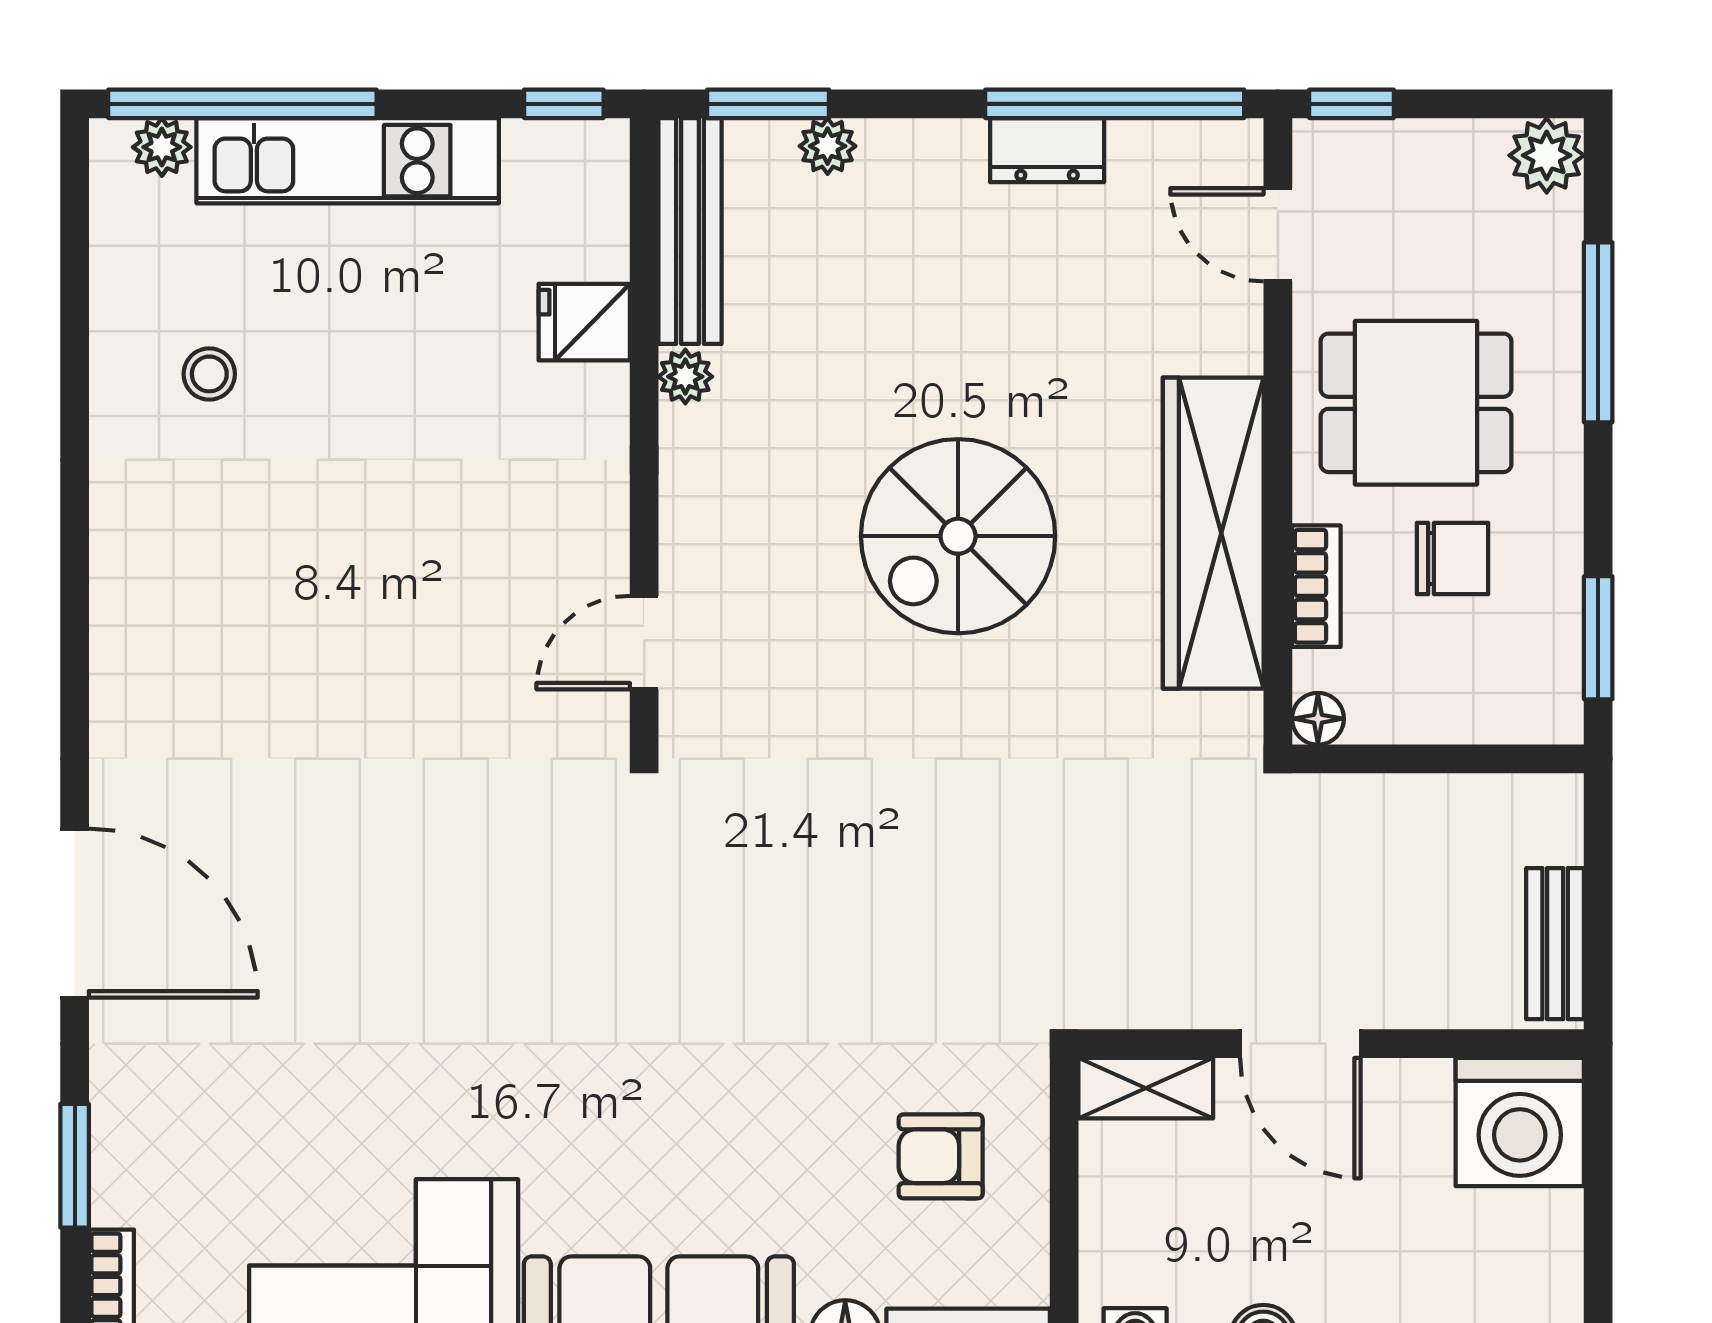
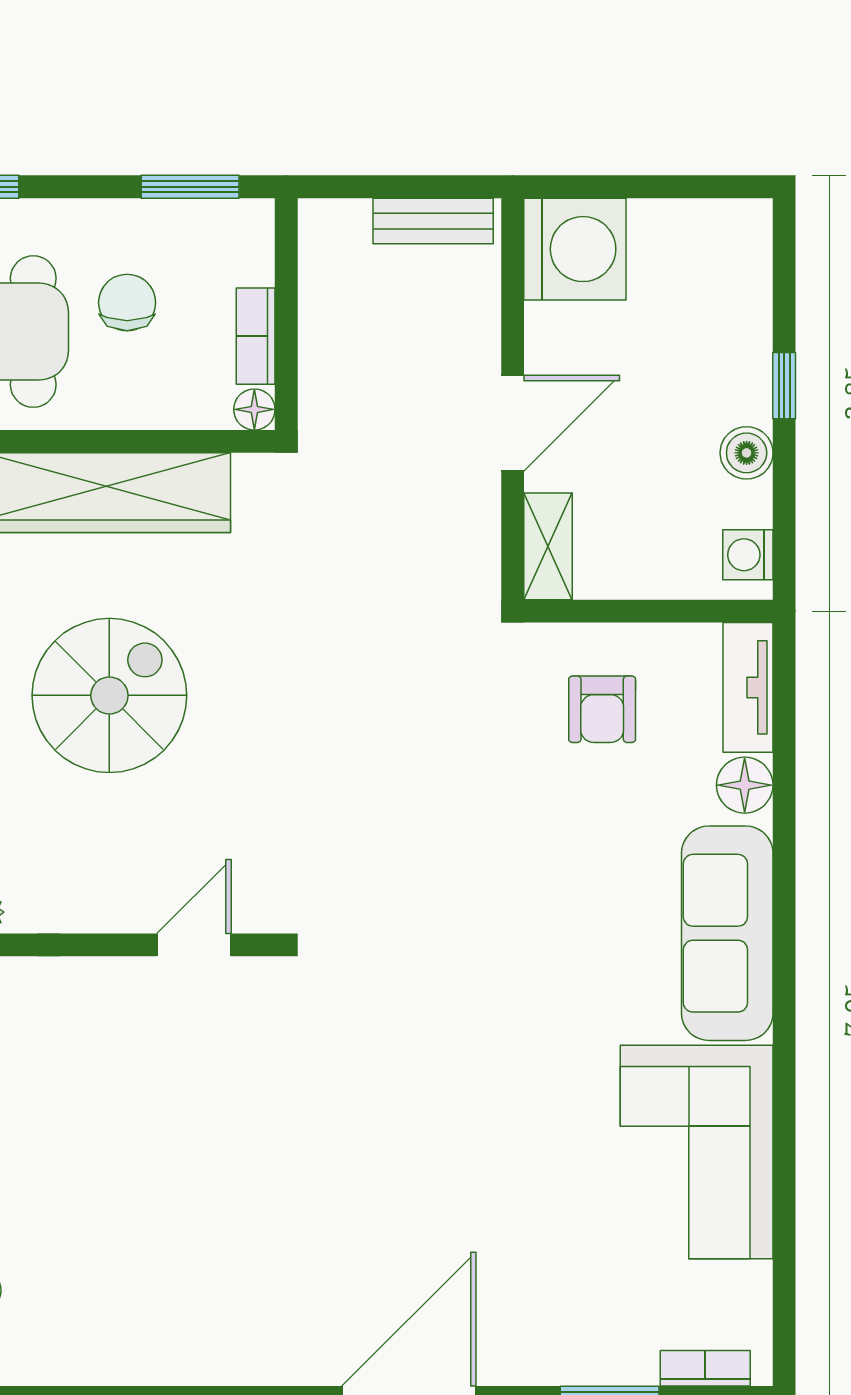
spiral stairs: (958, 536) -> (109, 695), turned -90
bookcase: (1316, 586) -> (256, 336), moved, turned -90
door: (644, 643) -> (194, 945), swing flipped

